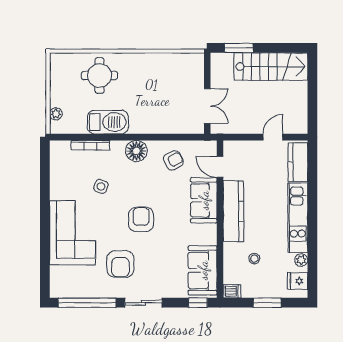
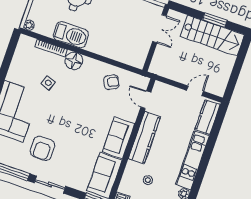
window: (239, 48) -> (215, 20), moved
double door: (207, 106) -> (159, 29), moved
plant: (56, 114) -> (29, 25), moved
floor lamp: (136, 151) -> (74, 61), moved
sofa: (204, 200) -> (119, 138), moved
armchair: (141, 219) -> (70, 119), removed

